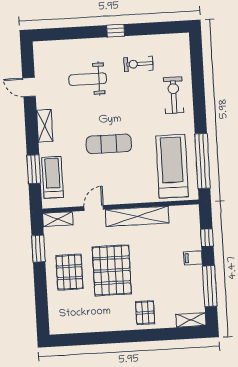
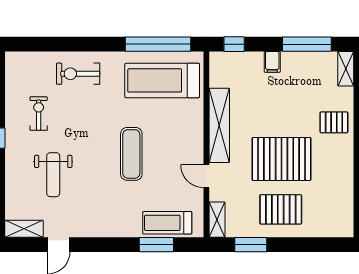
exercise bike: (138, 64) -> (39, 113), turned 180
shelving: (45, 126) -> (24, 229), moved
window: (207, 238) -> (234, 44), moved

